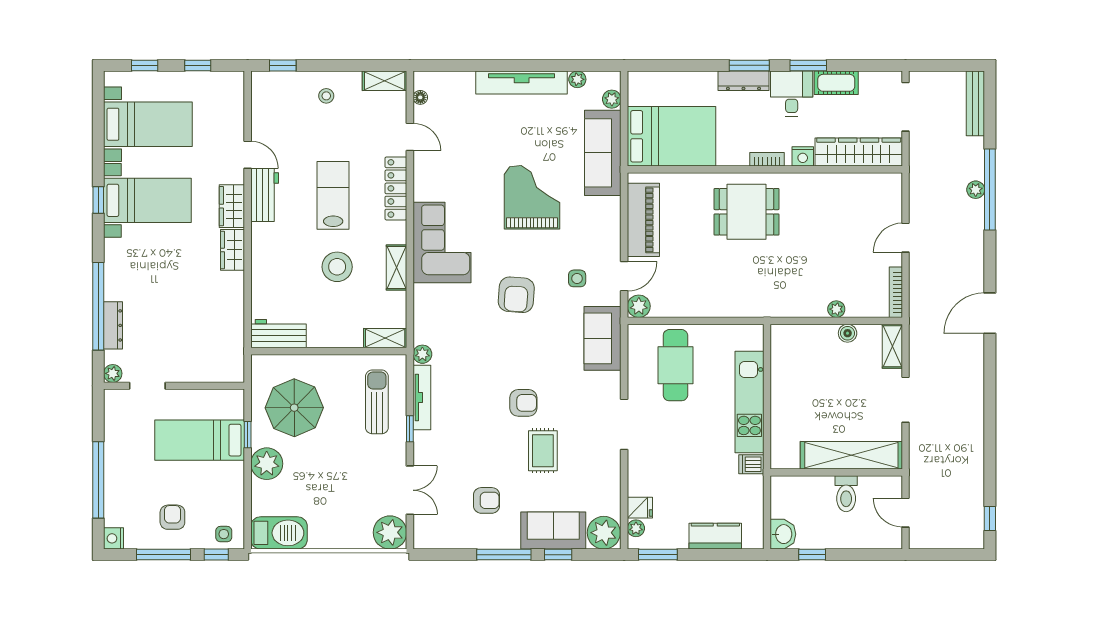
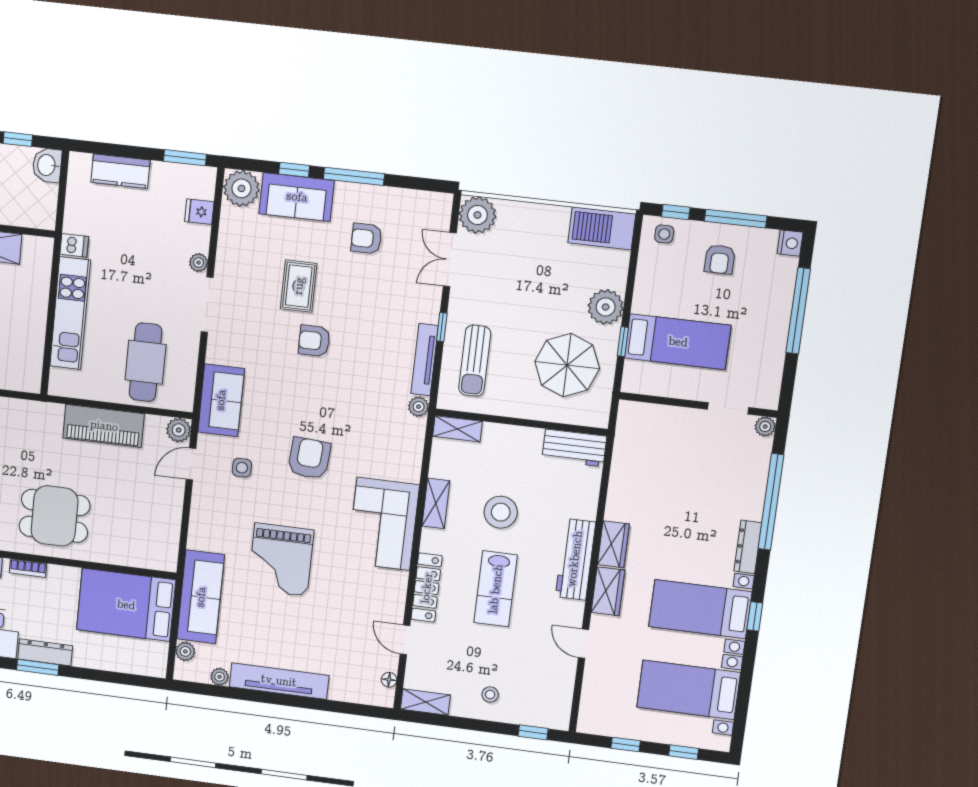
workbench: (265, 195) -> (575, 559), moved, width x1.37
piano: (643, 220) -> (104, 426), moved, turned -90
dresser: (113, 325) -> (748, 547), moved
plant: (636, 528) -> (199, 263), moved

